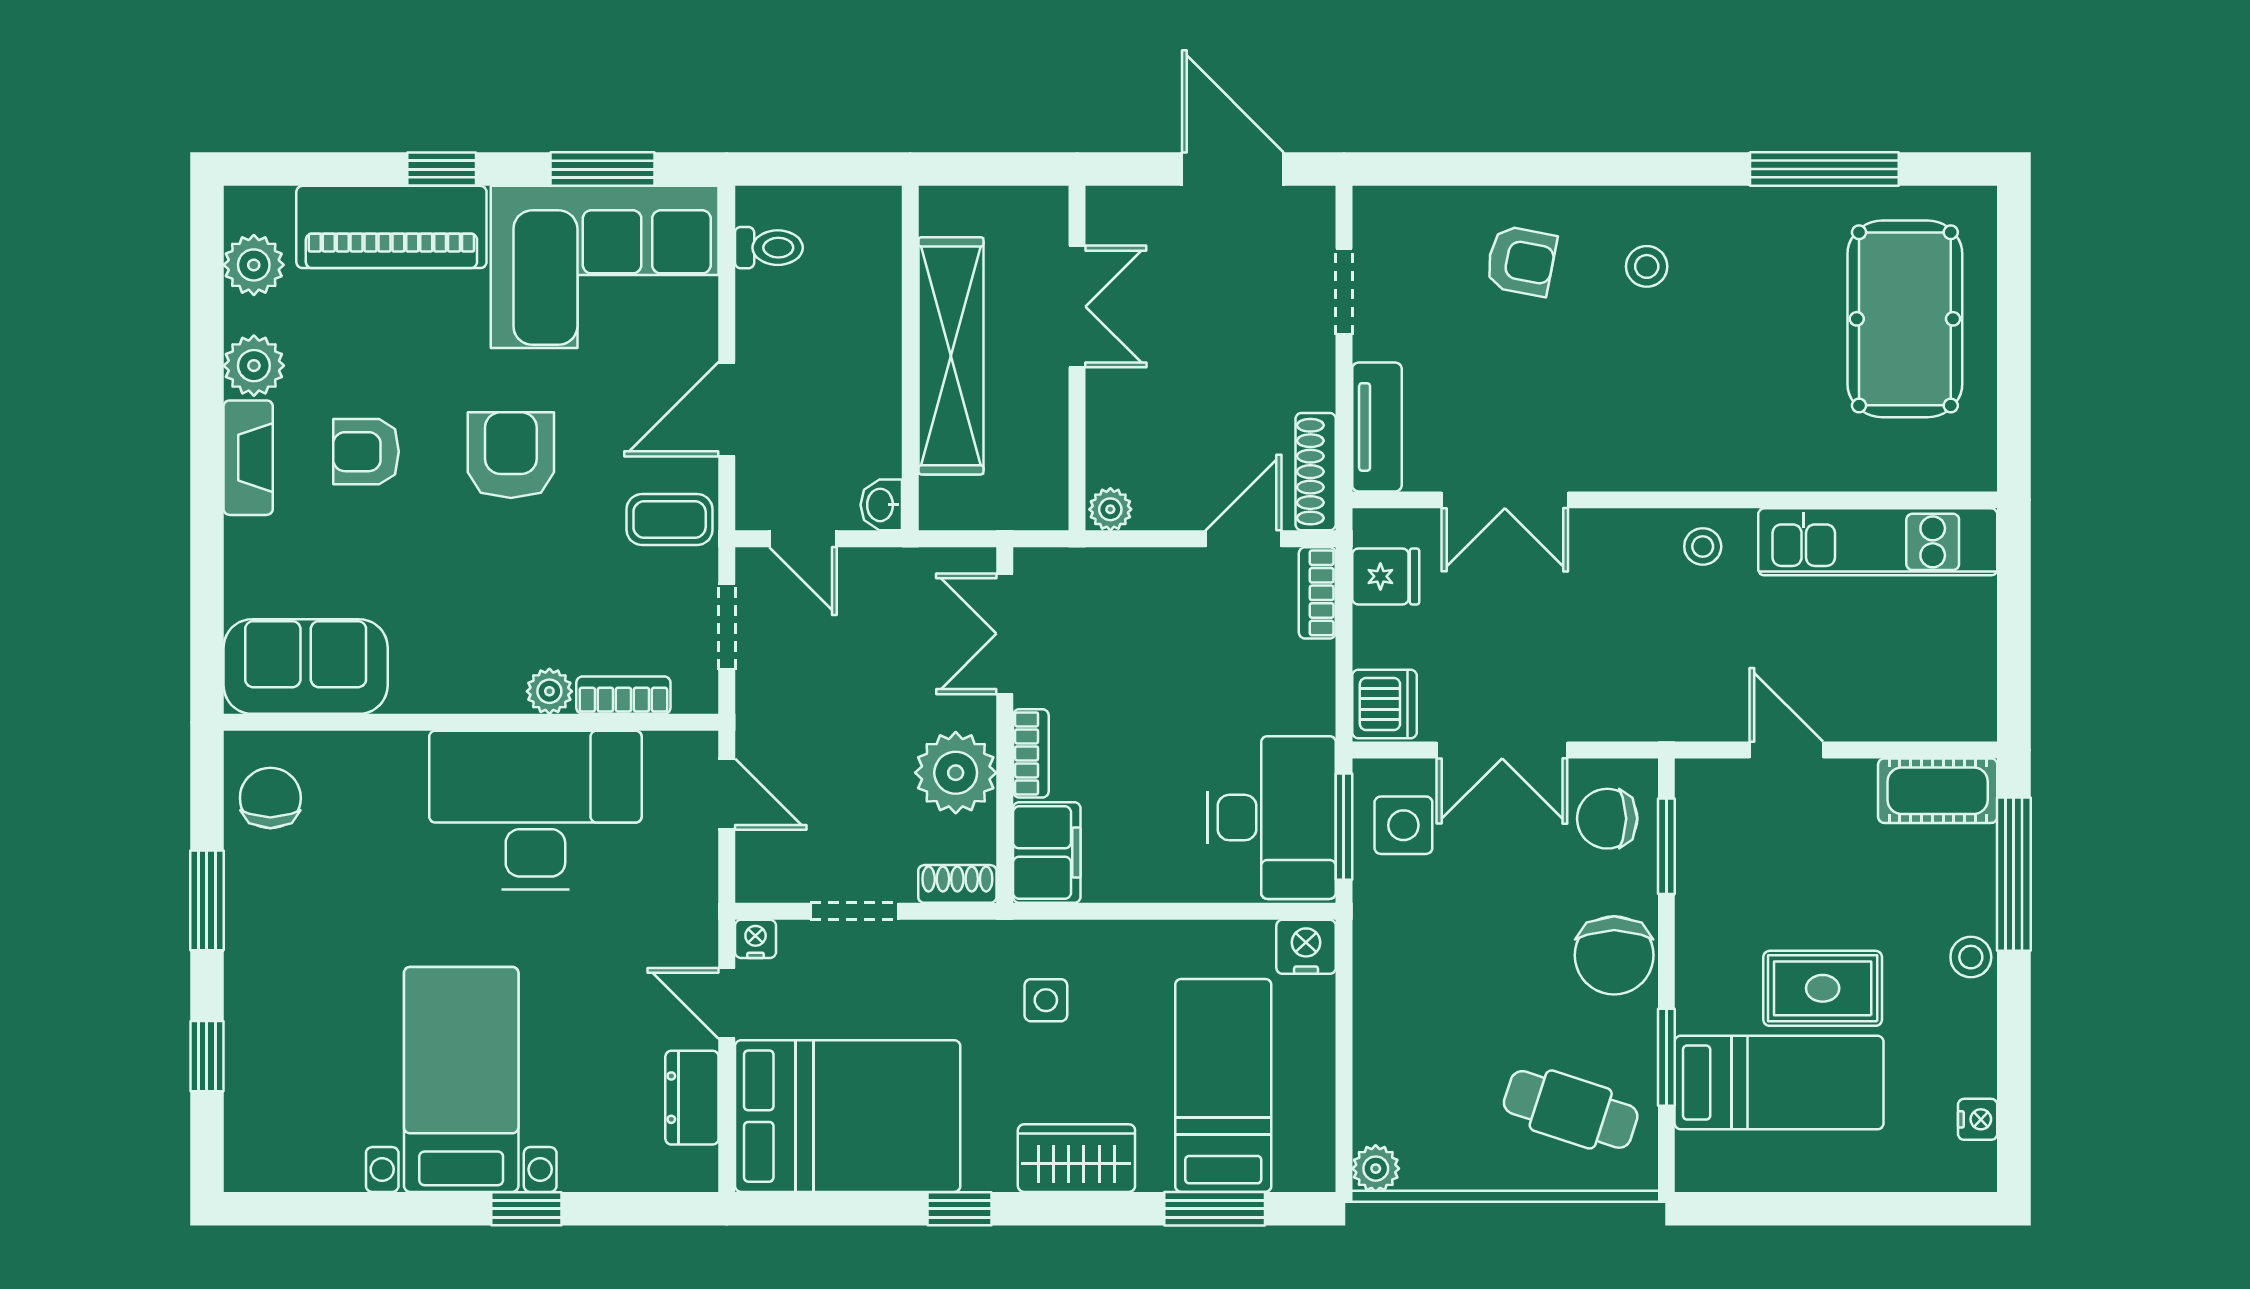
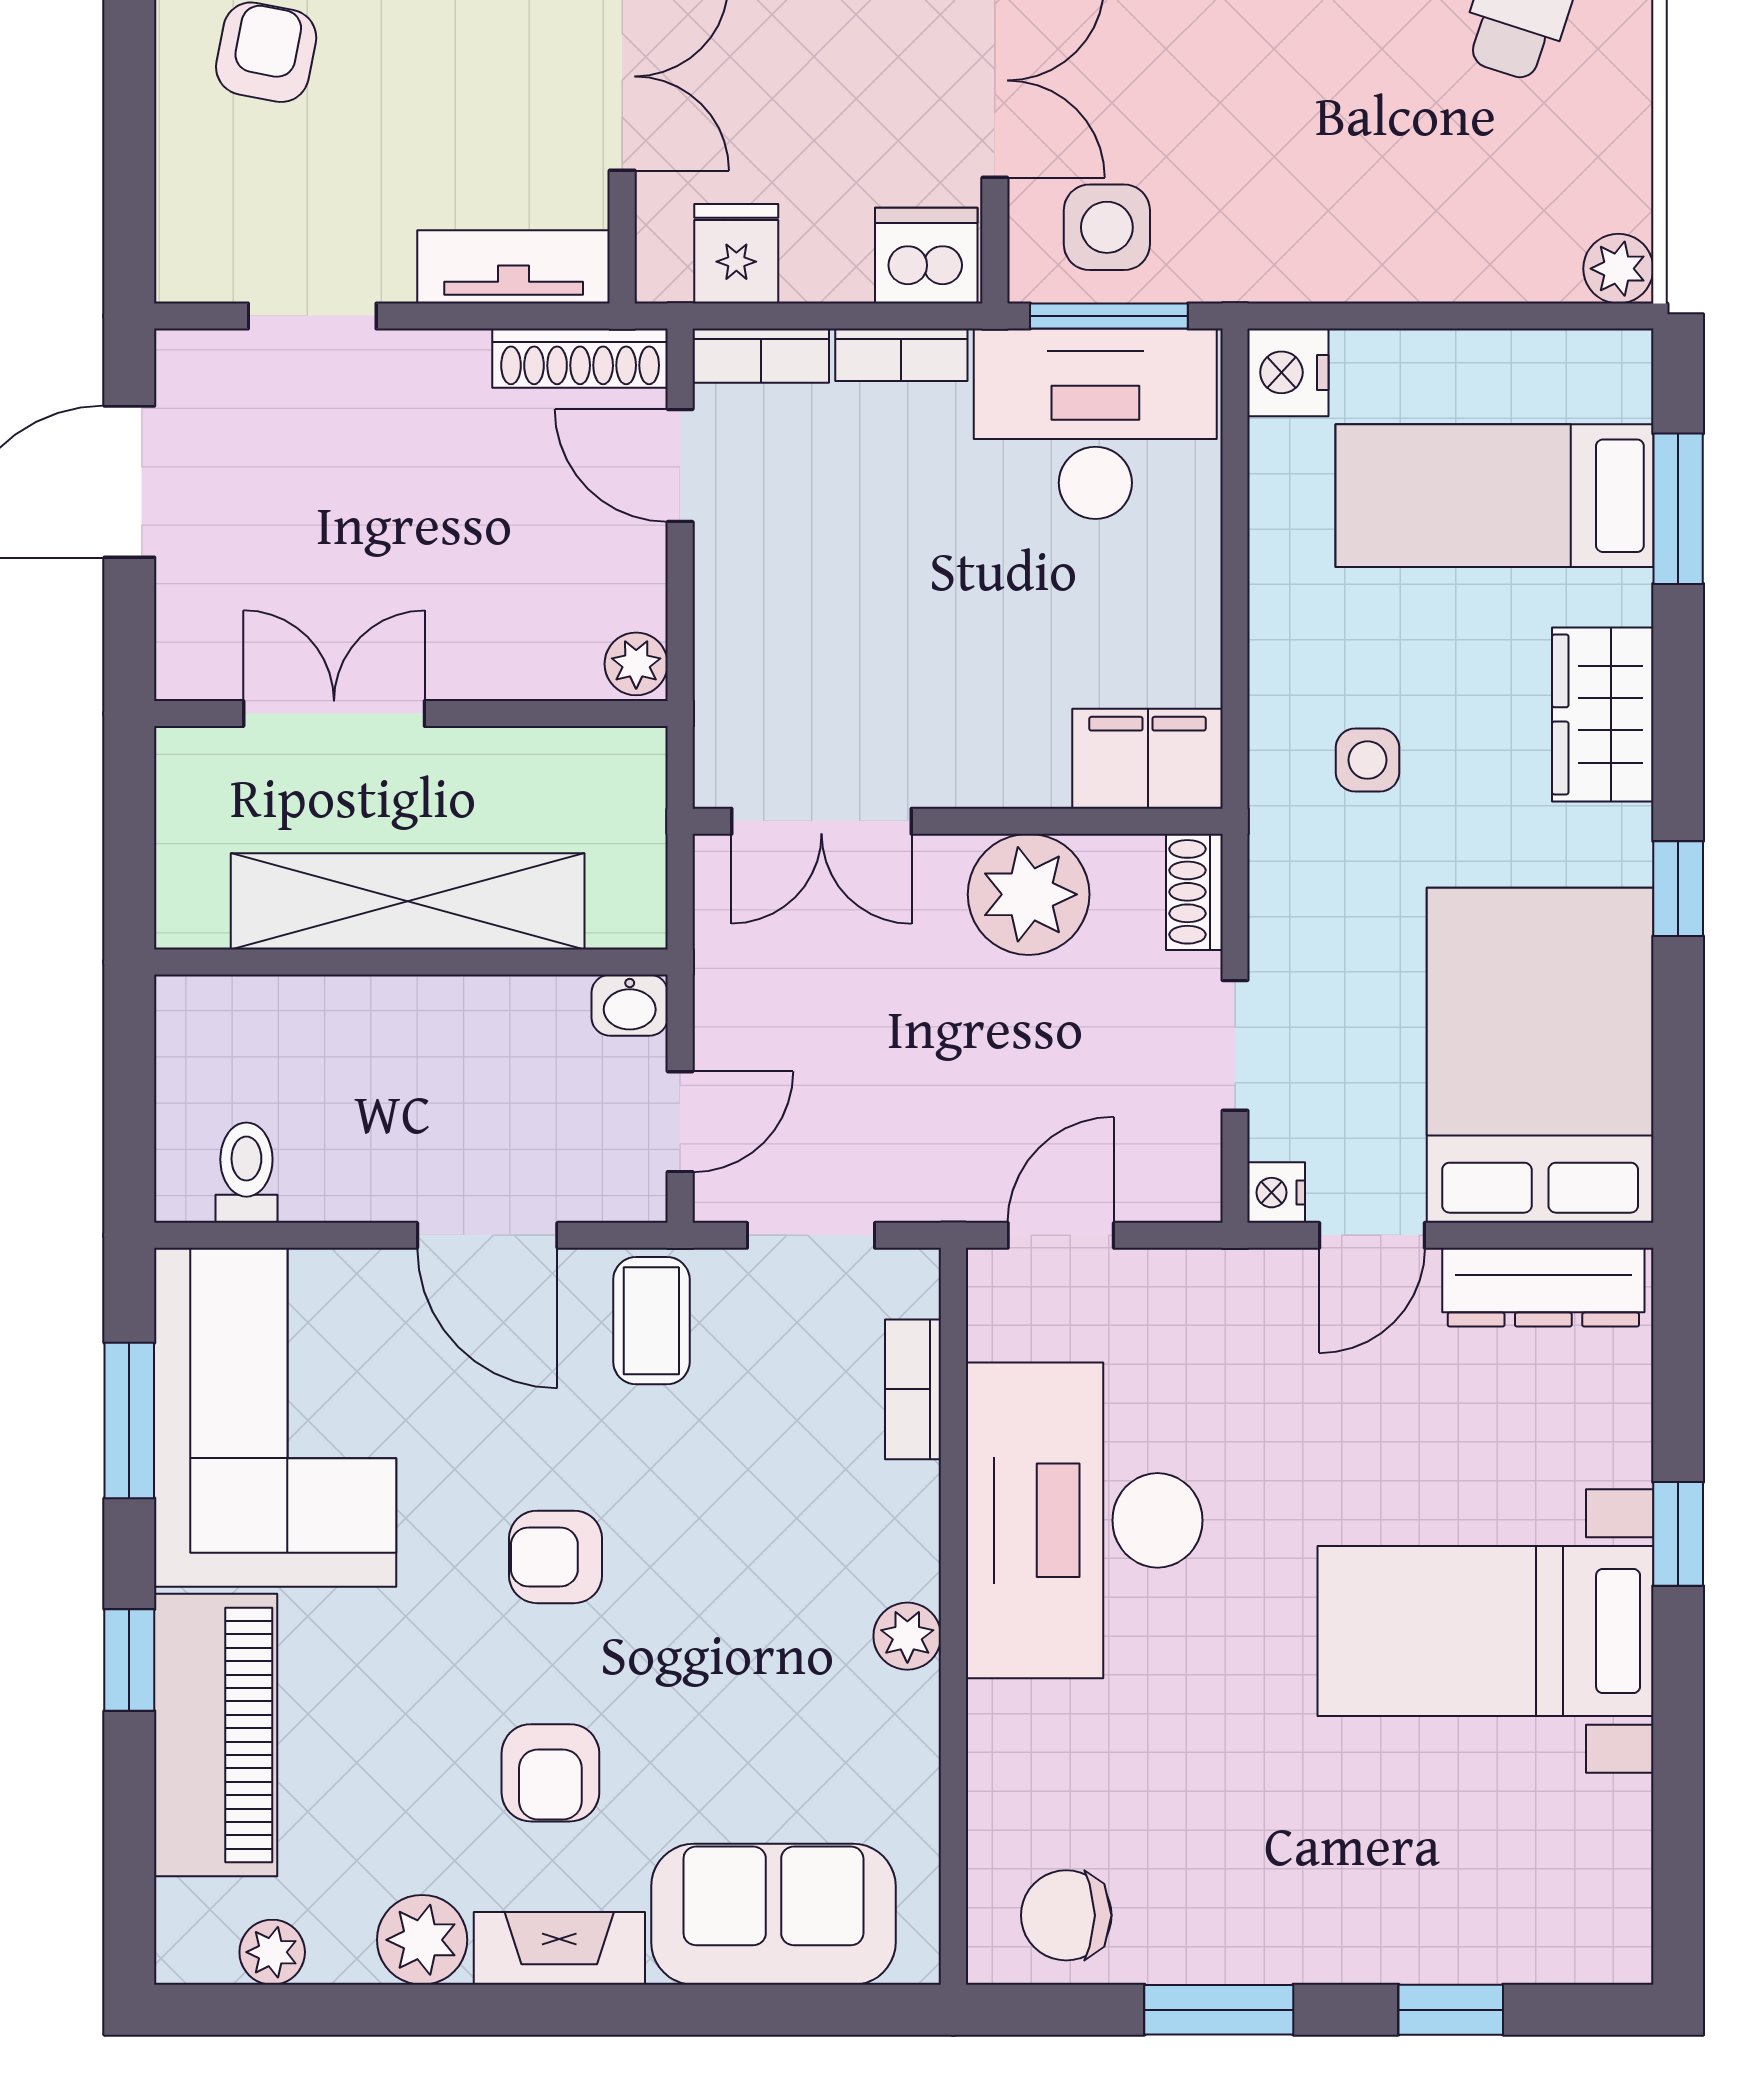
plant: (254, 265) -> (272, 1952), width x0.73, depth x0.73
armchair: (511, 455) -> (555, 1557), width x0.72, depth x0.72
sofa: (306, 667) -> (773, 1914), moved, turned 90
plant: (549, 691) -> (907, 1636), moved
bookcase: (1031, 753) -> (901, 355), moved, turned 180
dresser: (692, 1098) -> (1543, 1287), width x1.44

